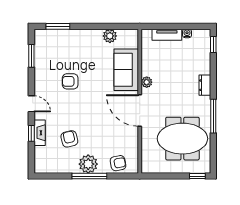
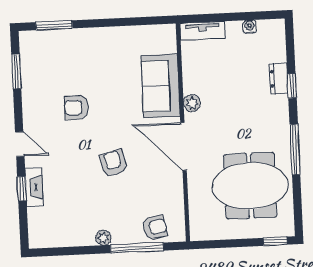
tv unit: (167, 35) -> (202, 31), moved
plant: (110, 36) -> (133, 36), removed
window: (213, 45) -> (292, 86), moved
dresser: (205, 85) -> (279, 78), moved
armchair: (69, 139) -> (113, 163), moved
plant: (88, 164) -> (103, 238), width x0.53, depth x0.53
window: (89, 176) -> (137, 248), moved

